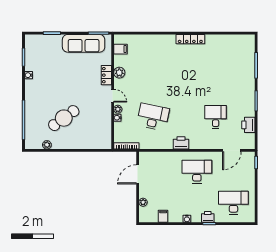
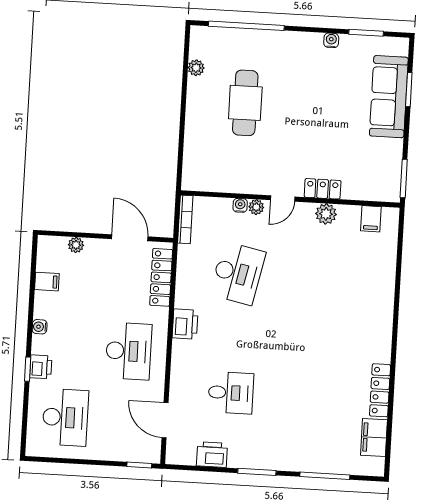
locker: (190, 39) -> (380, 390), moved
filing cabinet: (235, 41) -> (374, 437), added
sofa: (84, 43) -> (389, 97), moved
cafe table: (64, 118) -> (245, 103), turned 36
locker: (157, 157) -> (161, 277), added

